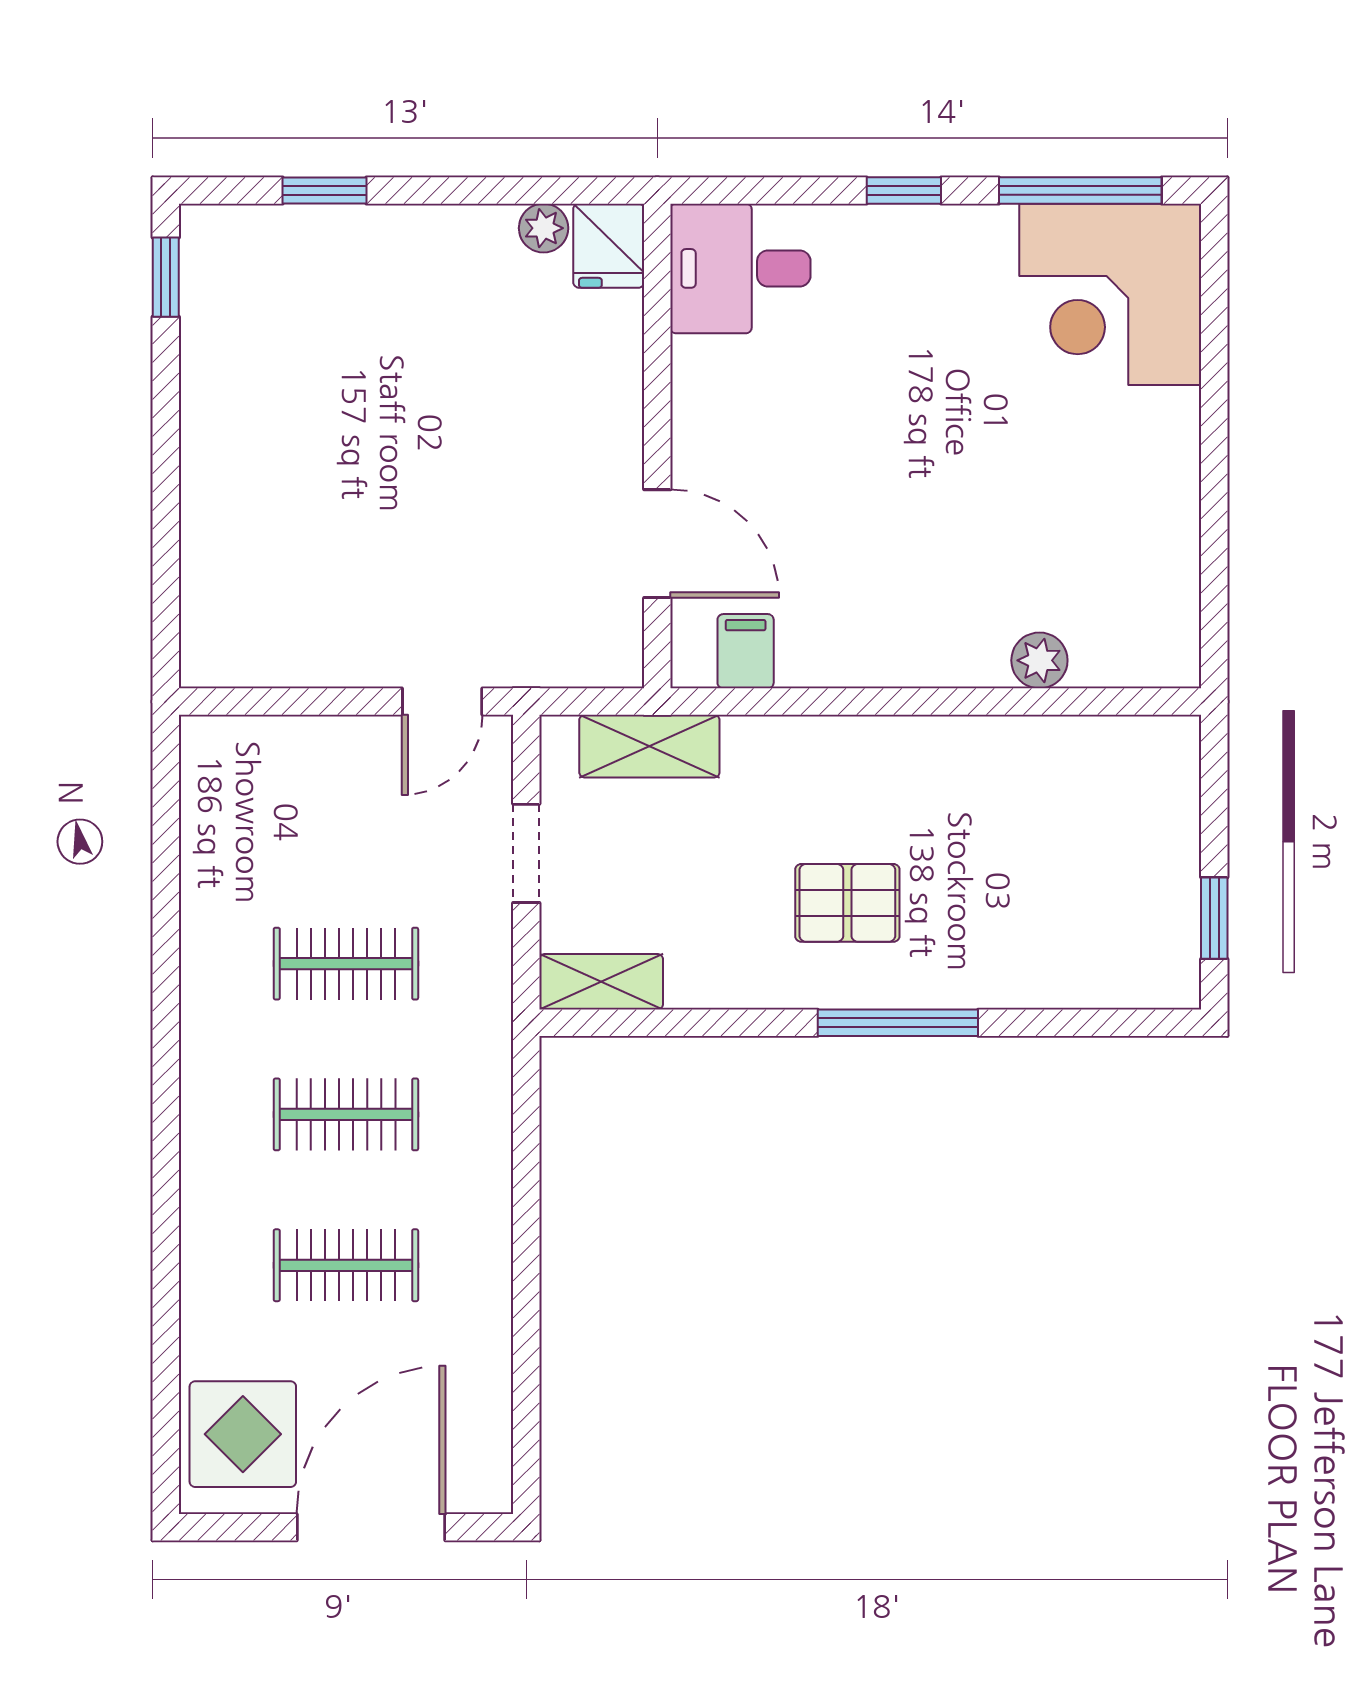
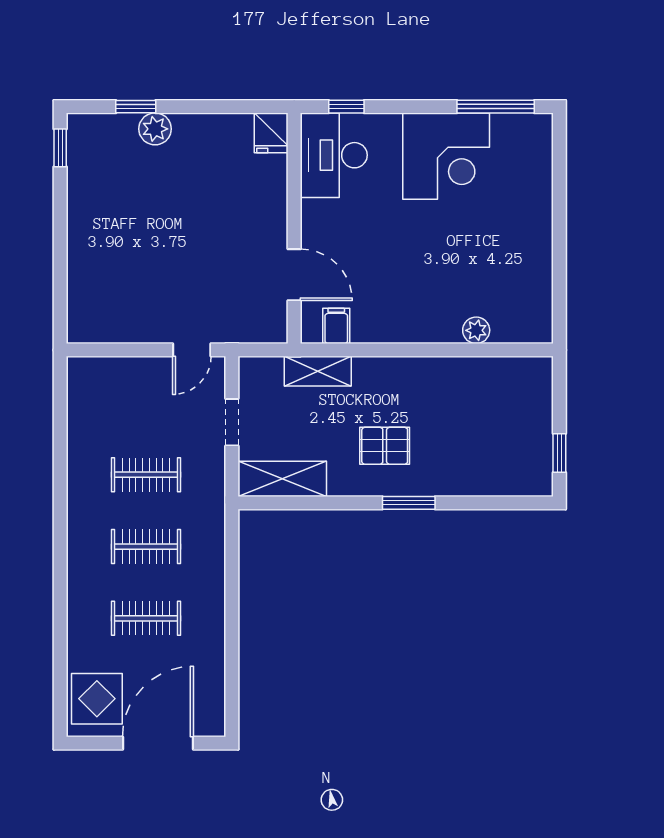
window: (904, 190) -> (346, 107), moved
plant: (544, 228) -> (155, 129), moved, width x1.38, depth x1.38
desk: (740, 268) -> (334, 155), width x1.37
corner desk: (1110, 294) -> (446, 156), moved, turned -90
shelving: (649, 746) -> (318, 371), moved
shelving: (601, 982) -> (282, 479), width x1.50, depth x1.33
window: (898, 1023) -> (409, 503), width x0.69

